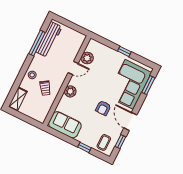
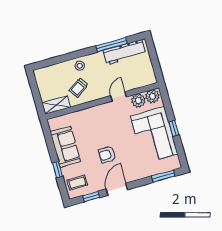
door: (73, 68) -> (118, 96), swing flipped
corner sofa: (129, 84) -> (154, 135), moved, turned -90
plant: (70, 91) -> (153, 96), moved
shelving: (18, 99) -> (56, 105), moved
sofa: (65, 125) -> (65, 147), moved

